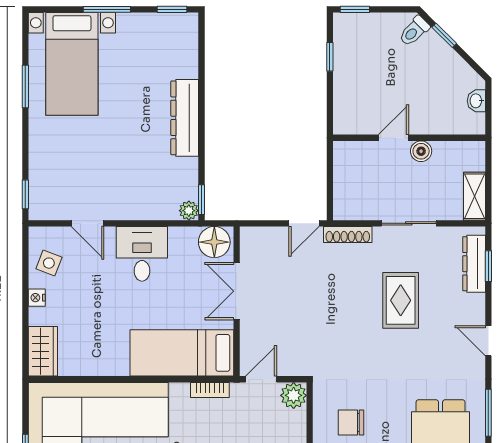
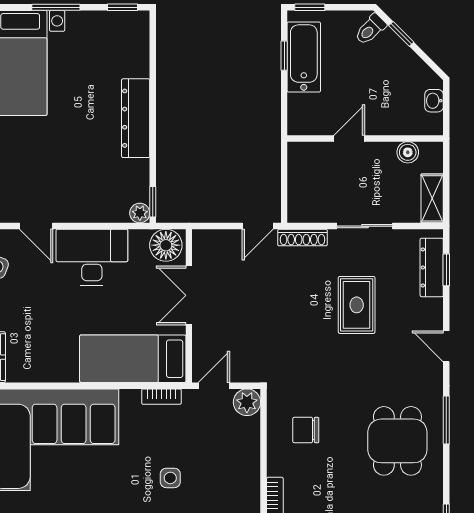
bathtub: (349, 58) -> (304, 57), added
boiler: (421, 151) -> (408, 152), moved
desk: (142, 254) -> (92, 257), width x1.37

